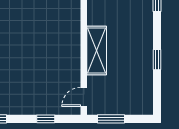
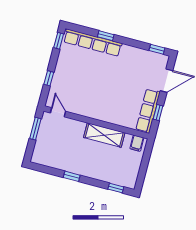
shelving: (97, 51) -> (104, 135), moved

